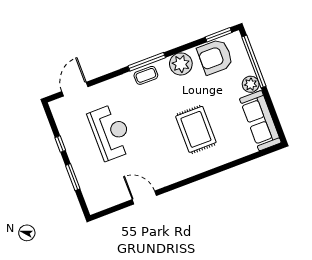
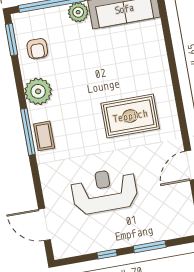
armchair: (215, 57) -> (37, 49), width x0.53, depth x0.53
rug: (196, 129) -> (130, 116), moved

